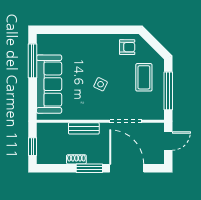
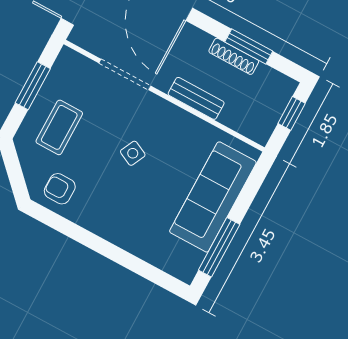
window: (168, 91) -> (33, 86), width x0.69
shoe rack: (76, 159) -> (234, 56), width x1.43
window: (89, 168) -> (249, 46), moved

